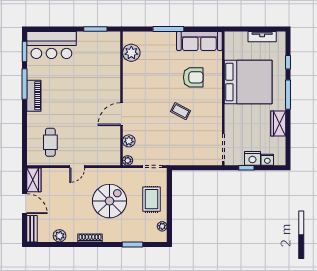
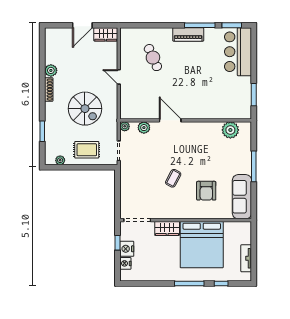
wardrobe: (278, 124) -> (167, 228), moved, turned 180
cafe table: (50, 142) -> (153, 58), moved, turned 66
bench: (32, 229) -> (58, 33), removed
plant: (60, 236) -> (51, 70), moved

